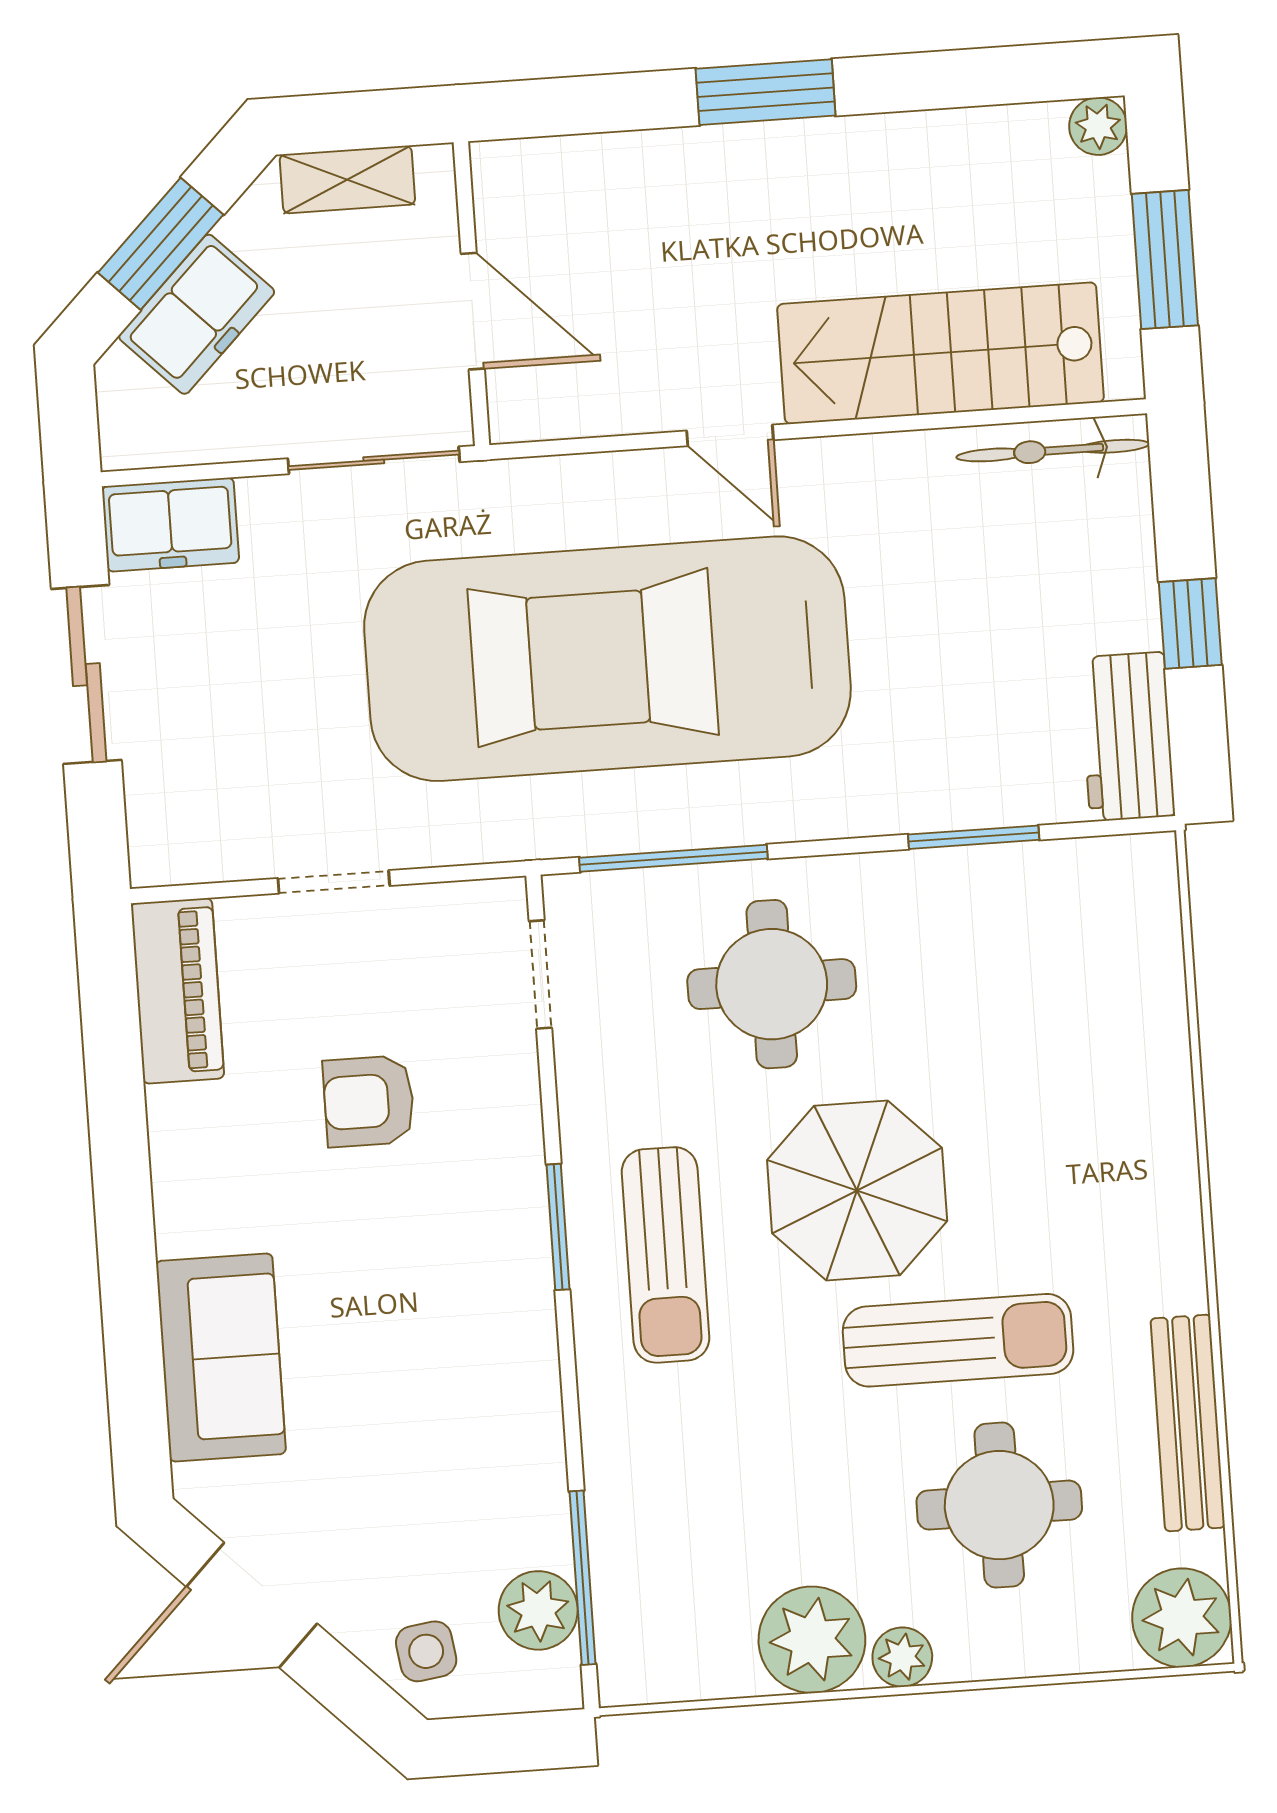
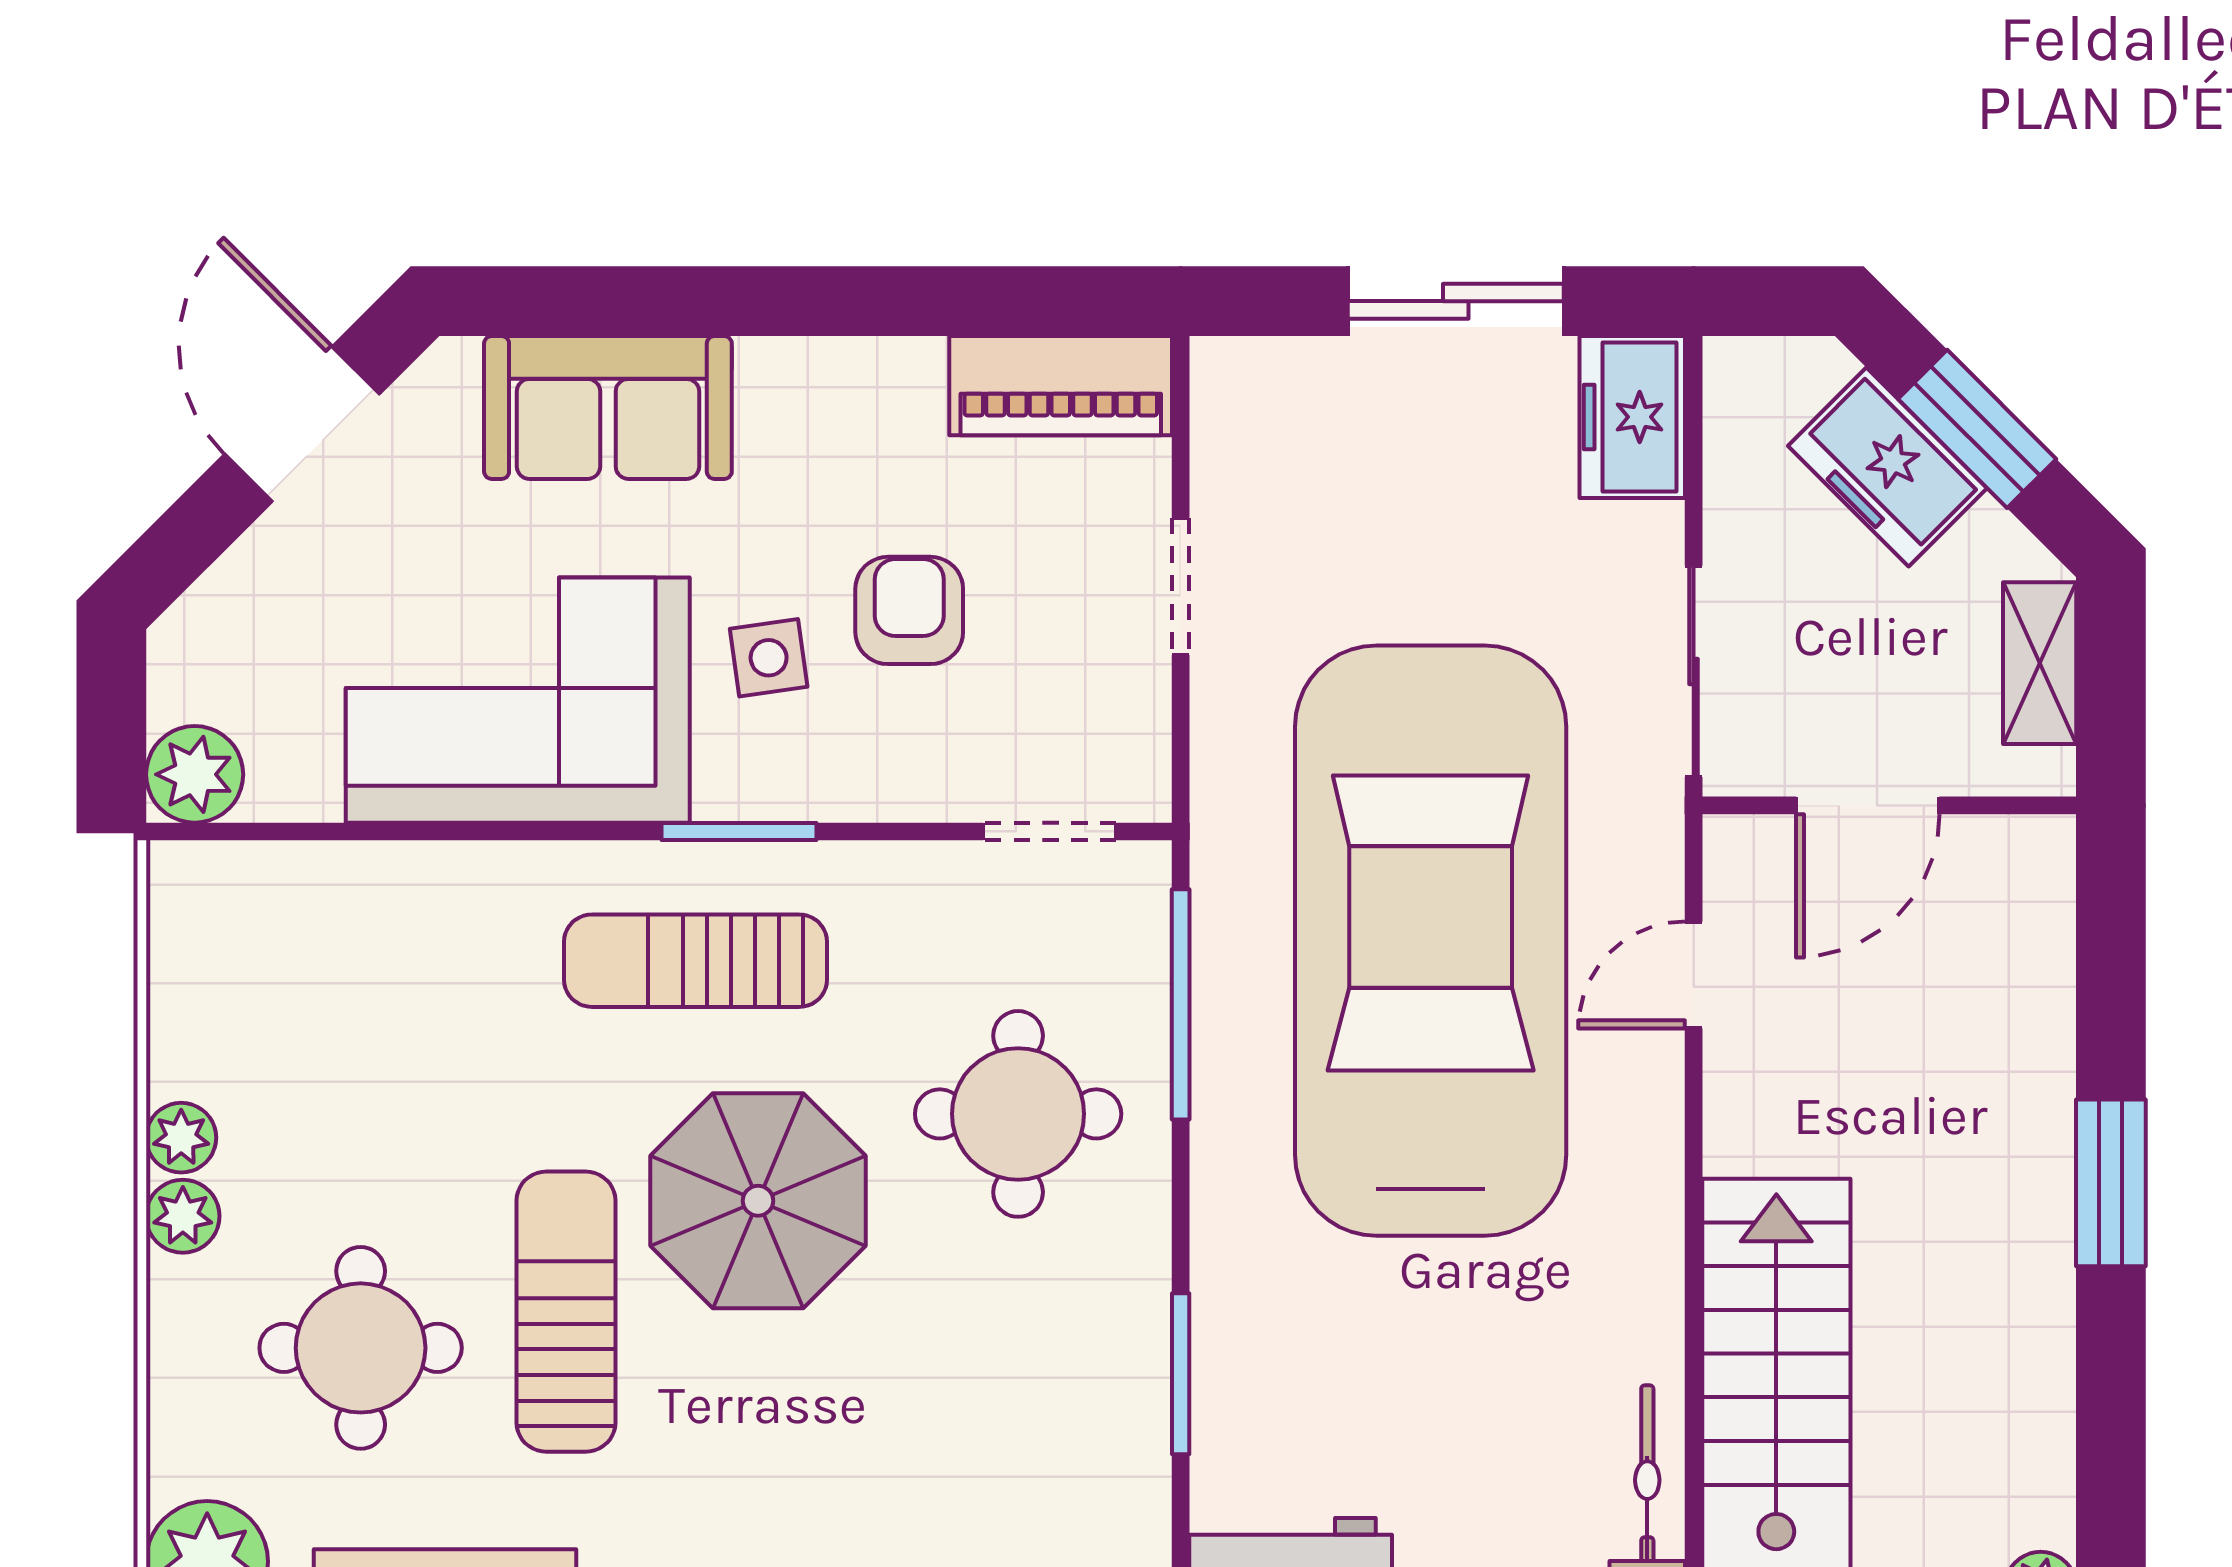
door: (730, 435) -> (1694, 975), moved
sun lounger: (958, 1340) -> (566, 1312), turned 180
corner sofa: (464, 1414) -> (518, 700), added
window: (583, 1578) -> (307, 831), removed
plant: (538, 1610) -> (195, 774), moved
plant: (812, 1640) -> (181, 1138), width x0.53, depth x0.53
side table: (426, 1651) -> (769, 658), moved

